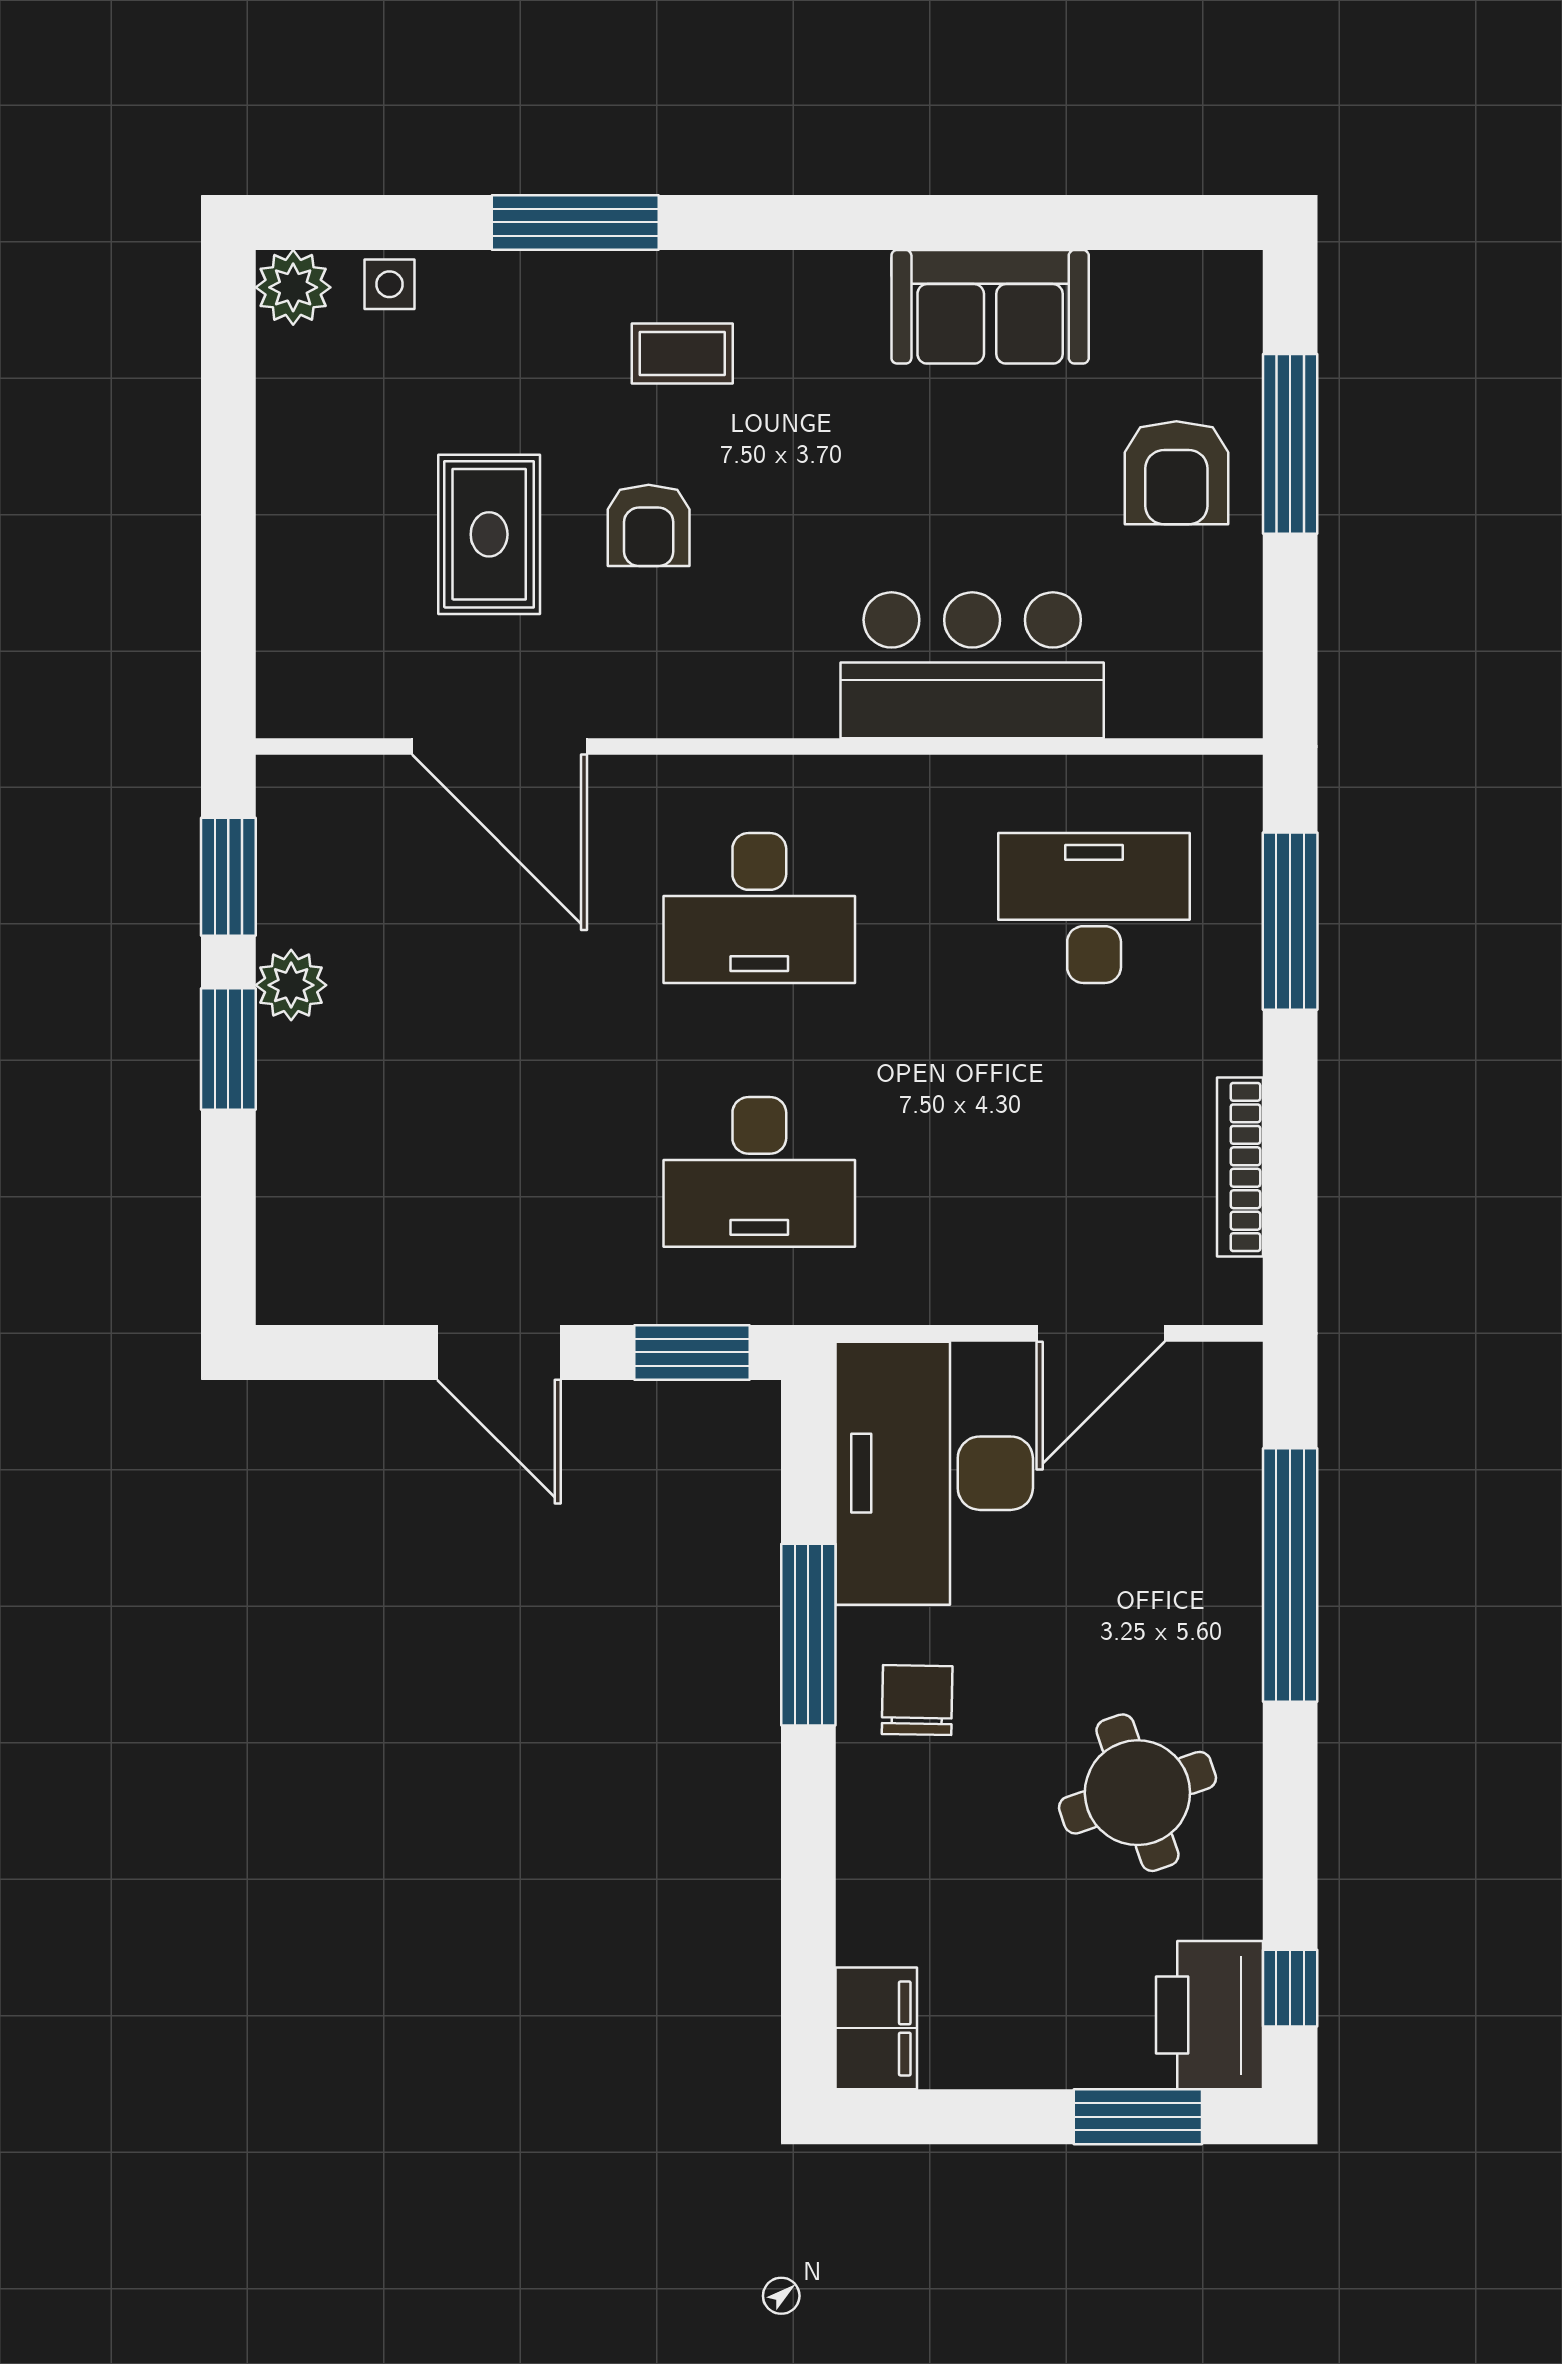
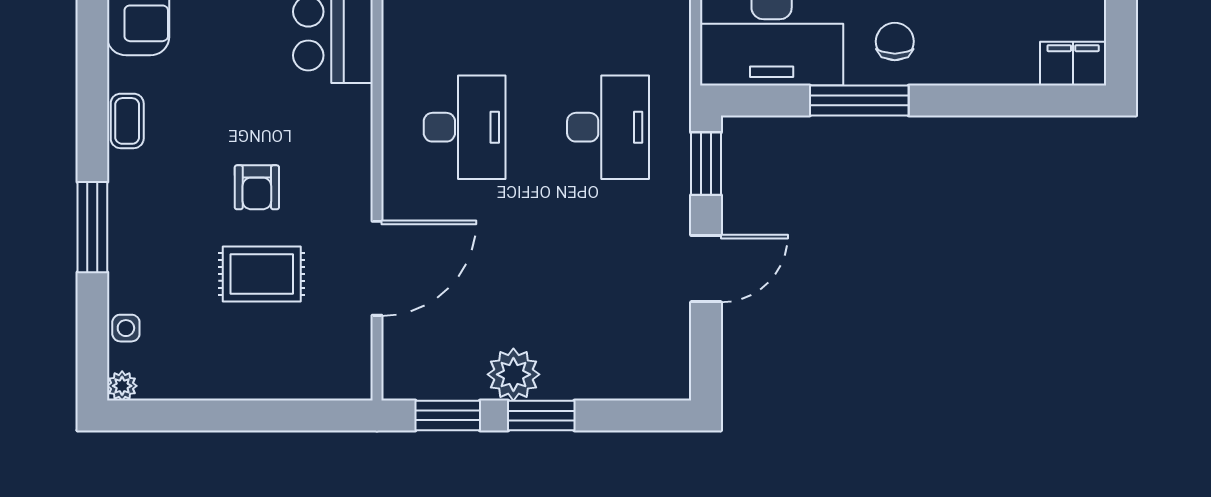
plant: (293, 287) -> (122, 386), width x0.73, depth x0.73
coffee table: (682, 354) -> (127, 121), moved
armchair: (649, 525) -> (257, 187), turned 90
plant: (291, 985) -> (513, 374), width x1.36, depth x1.36
chair: (917, 1700) -> (895, 41), turned 89

